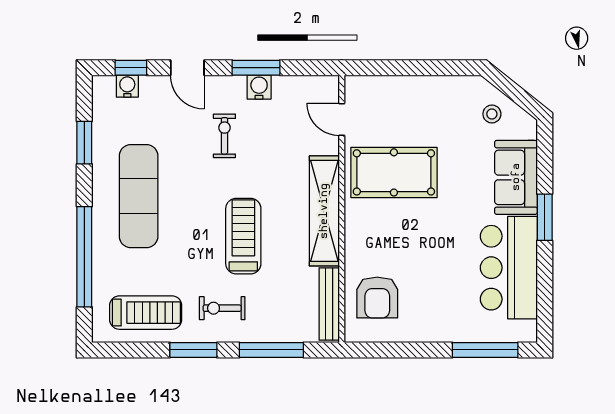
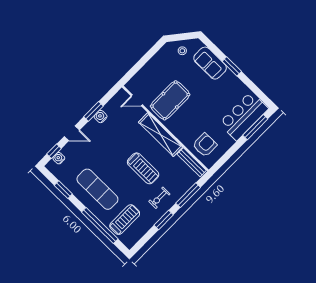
exercise bike: (224, 136) -> (105, 143), removed
treadmill: (243, 236) -> (143, 168), turned 180
bar counter: (509, 268) -> (244, 116), moved, turned 90
armchair: (377, 298) -> (205, 145), turned -90
treadmill: (146, 313) -> (125, 220), moved

